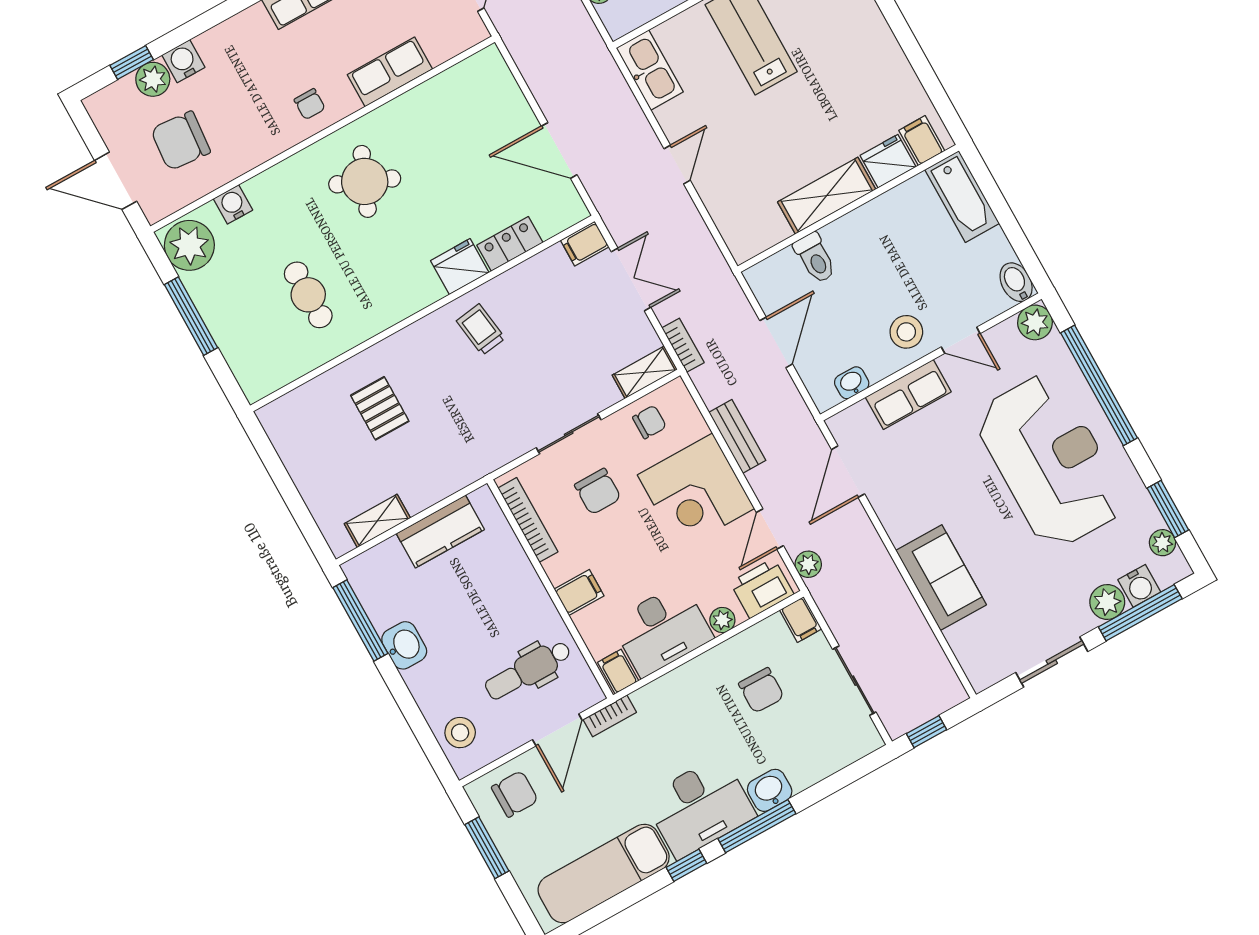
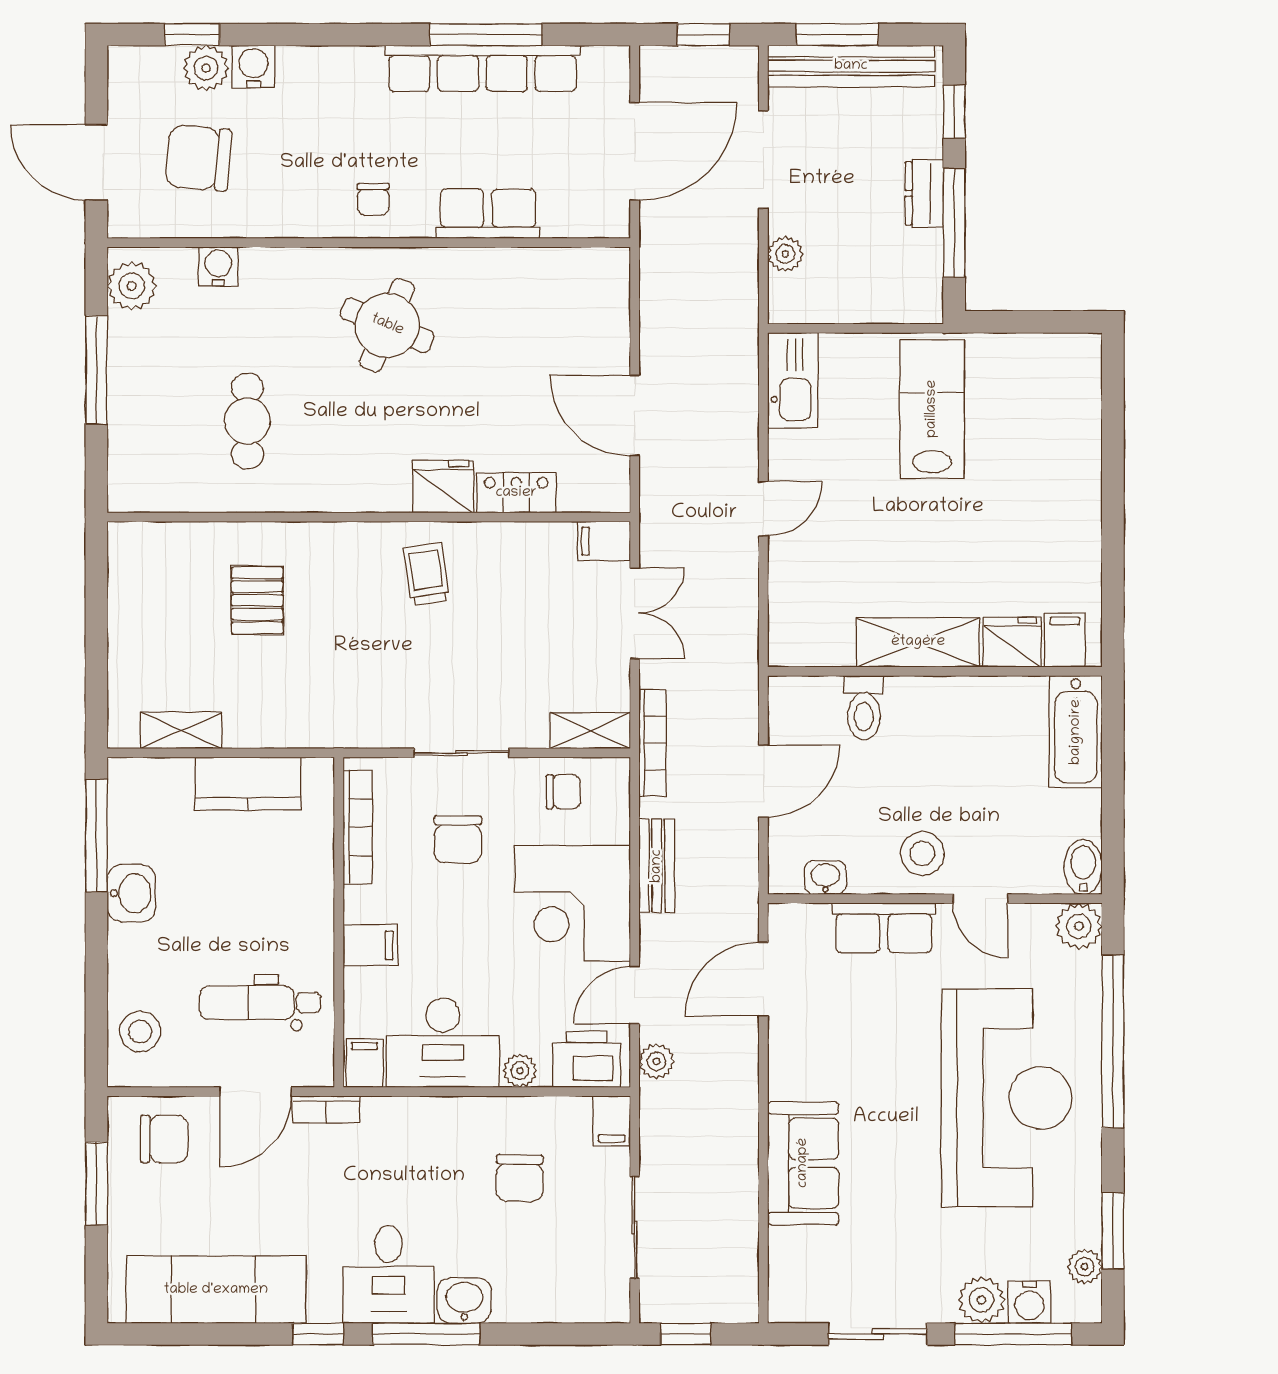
plant: (189, 245) -> (132, 286), width x0.73, depth x0.73
bookcase: (683, 345) -> (653, 743), width x1.56
desk: (700, 807) -> (389, 1274), width x0.73

